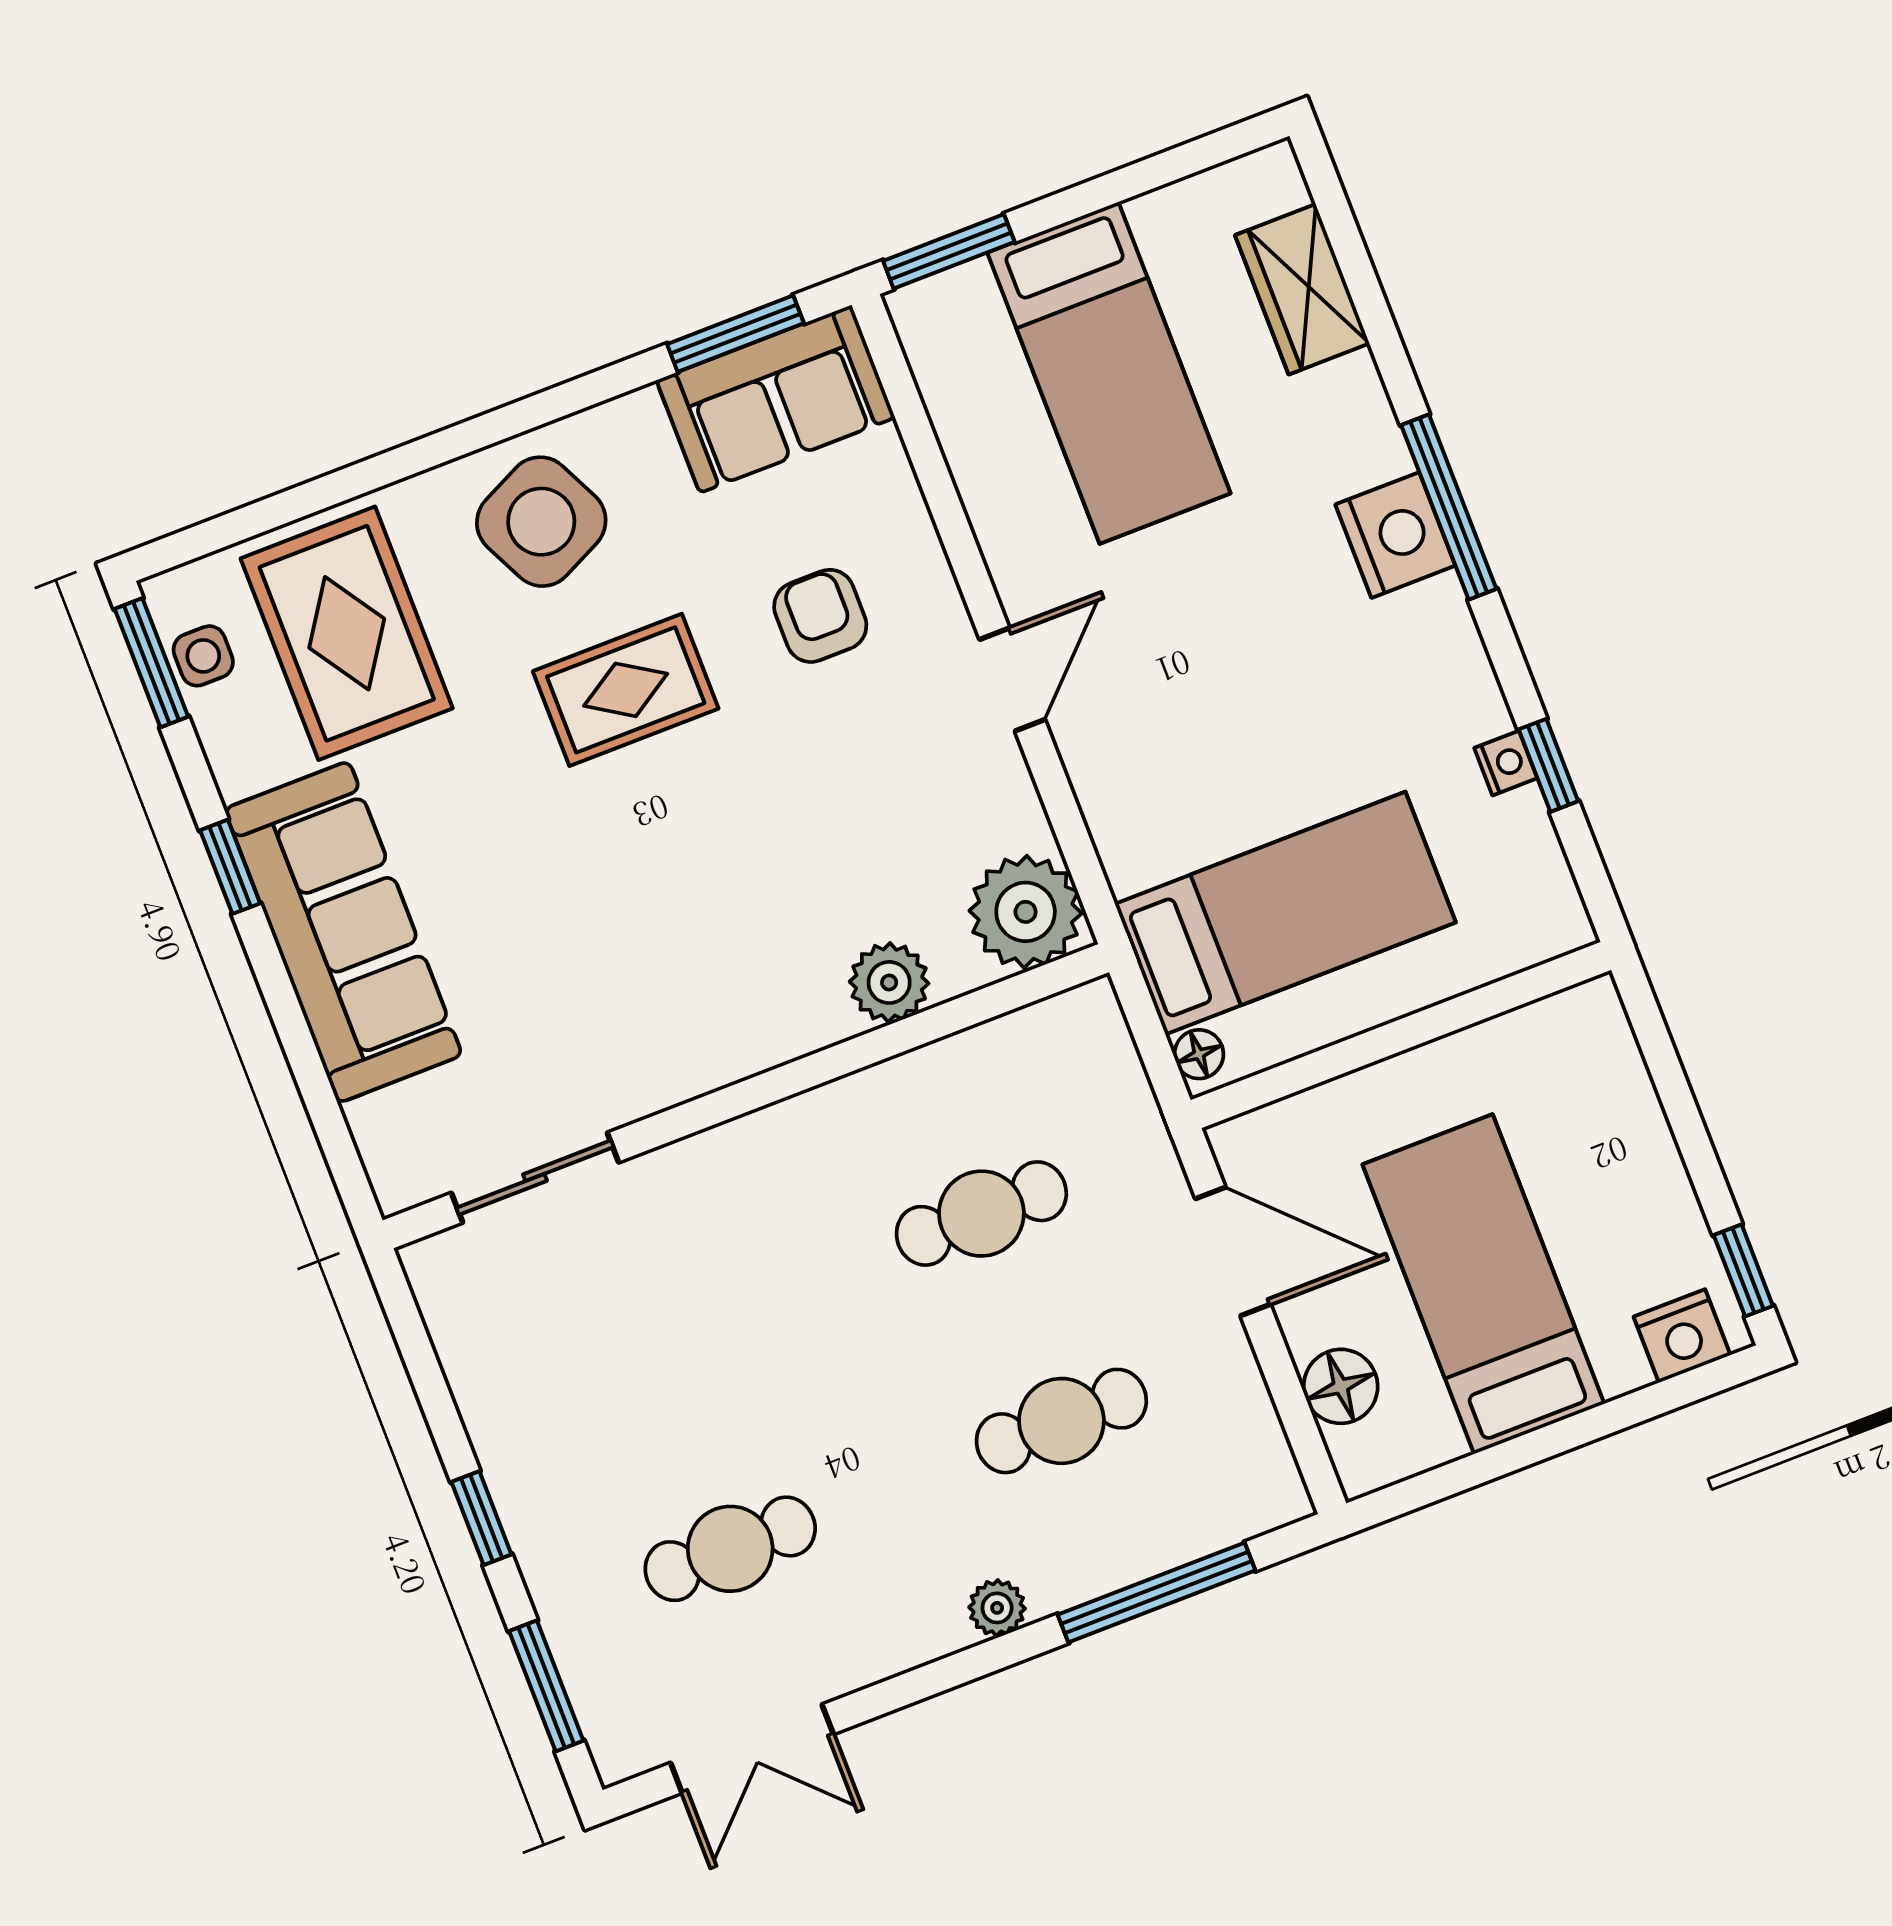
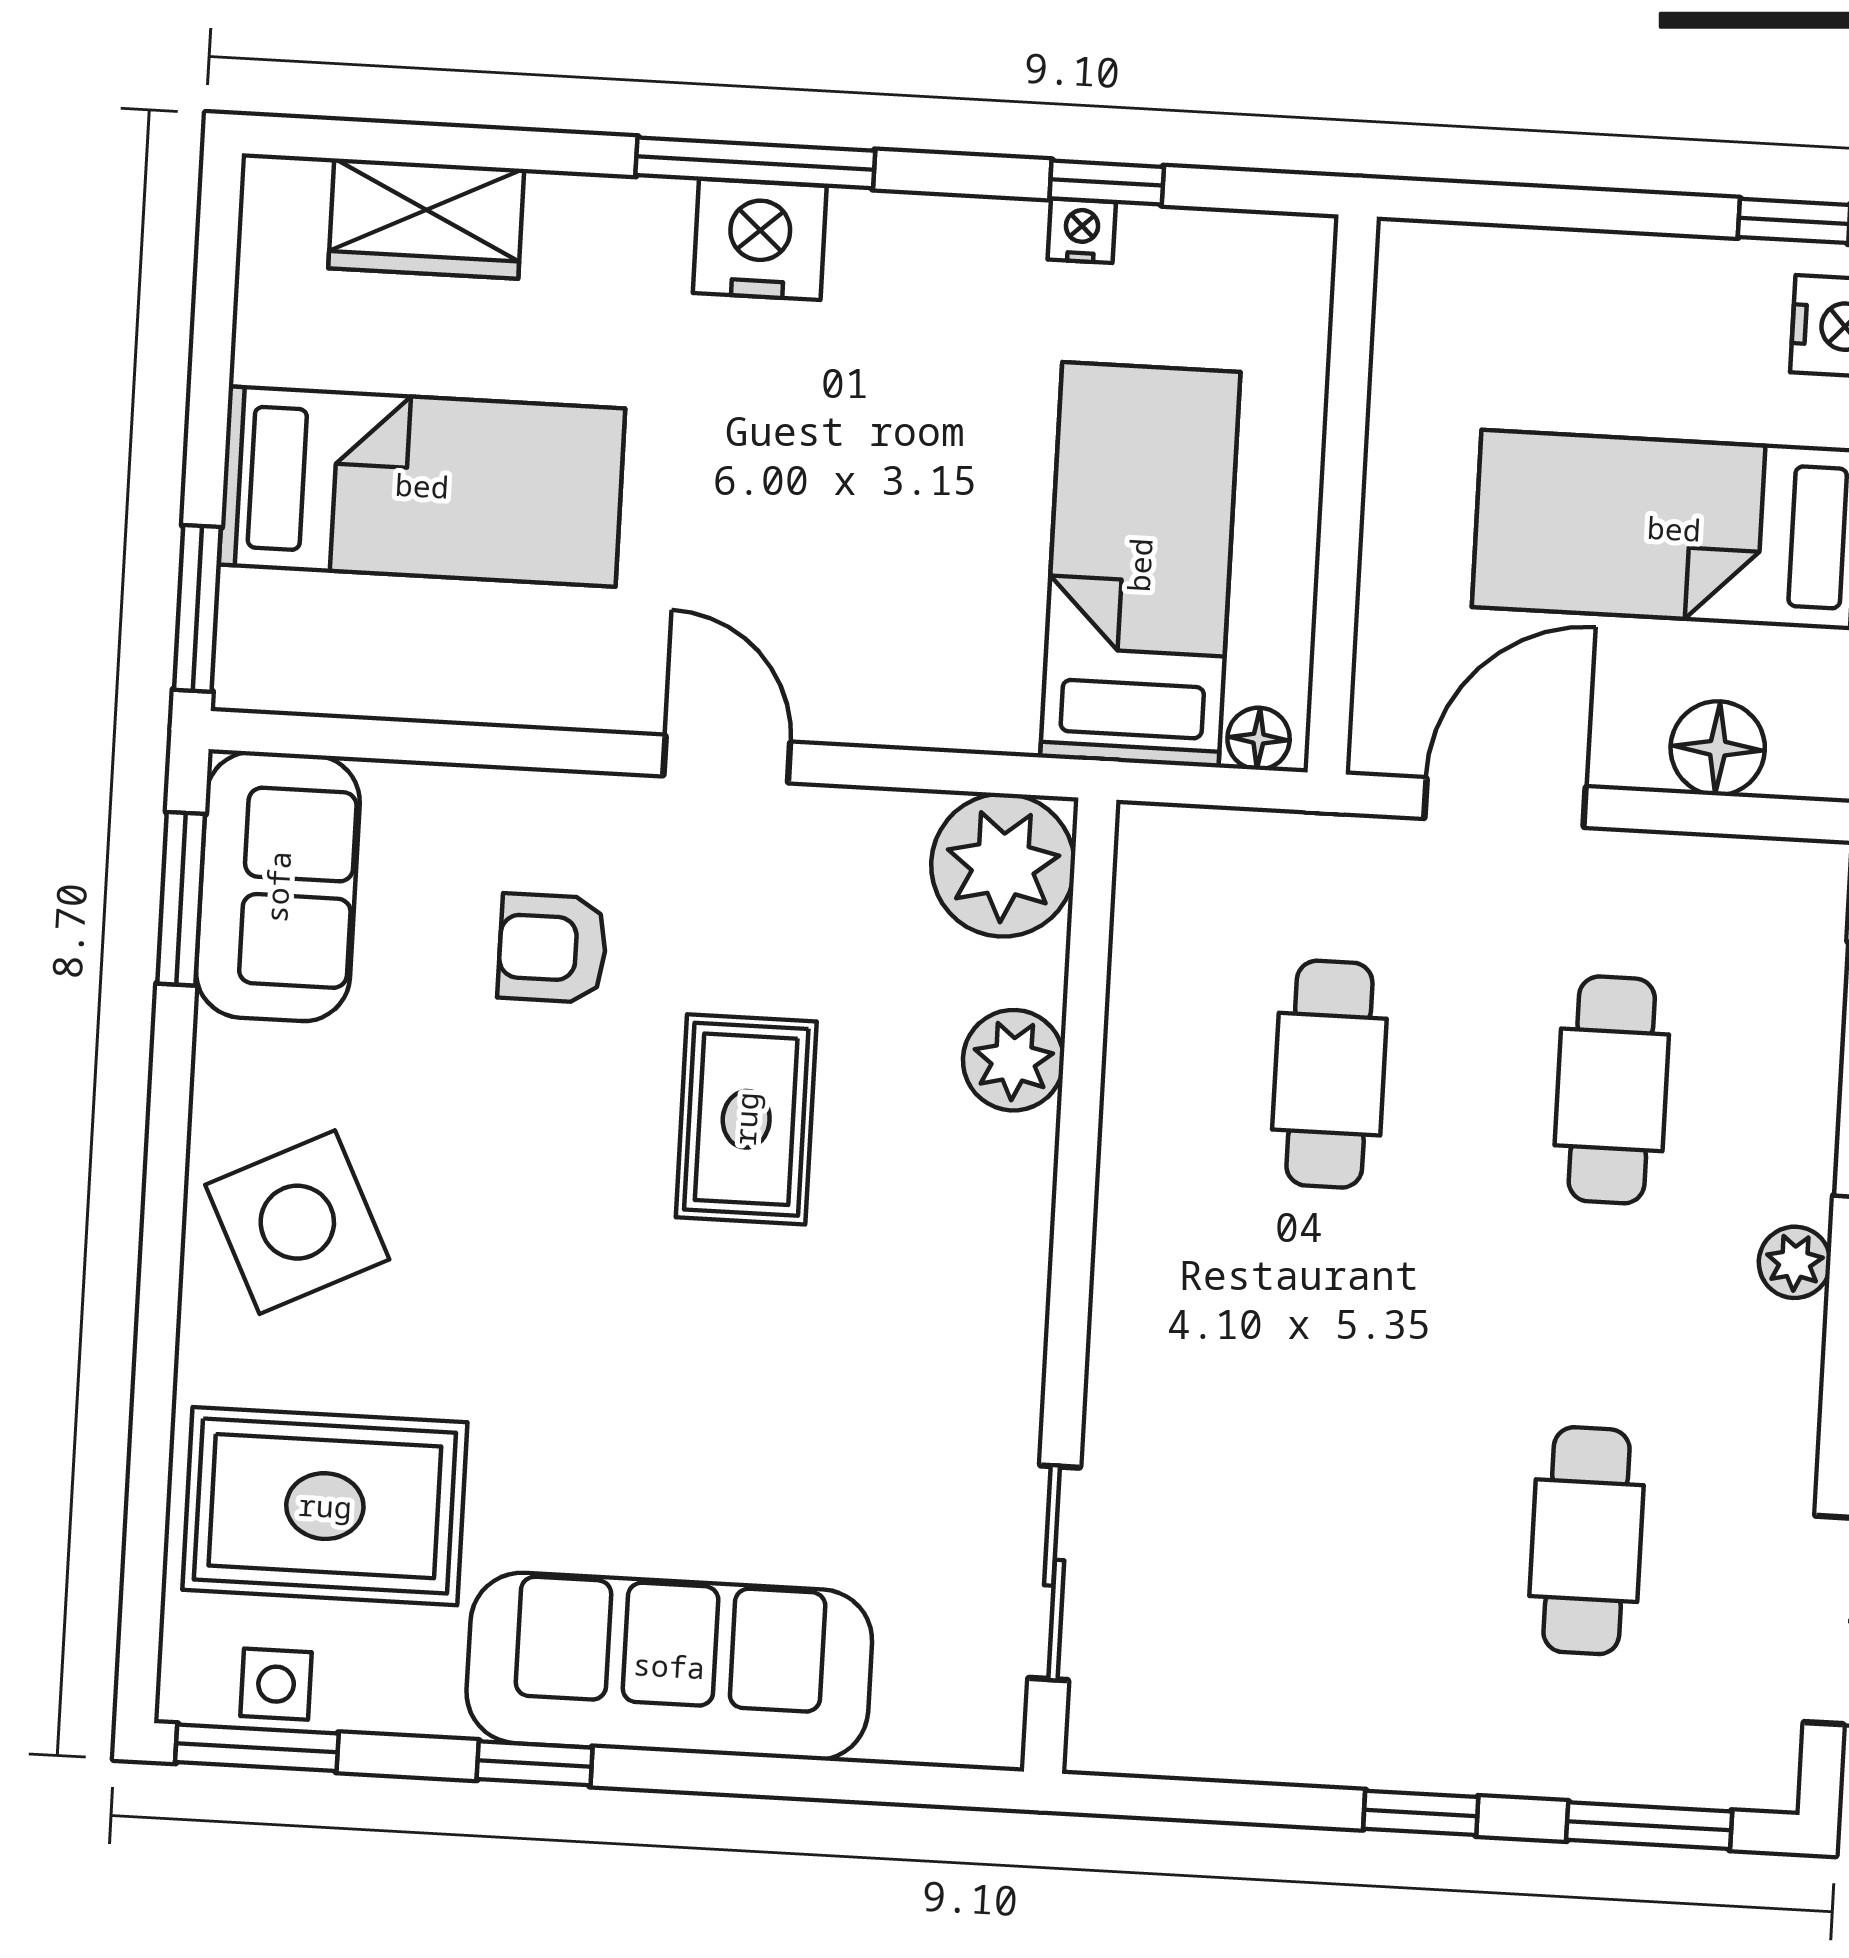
rug: (626, 690) -> (746, 1119), moved

